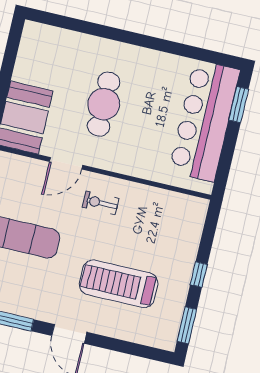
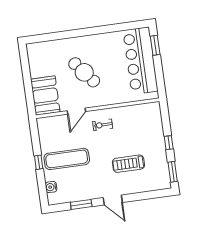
cafe table: (104, 104) -> (84, 72), turned -39
treadmill: (119, 284) -> (128, 164), width x0.73, depth x0.73

